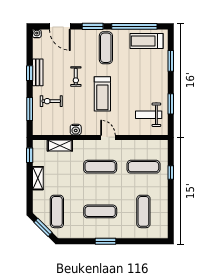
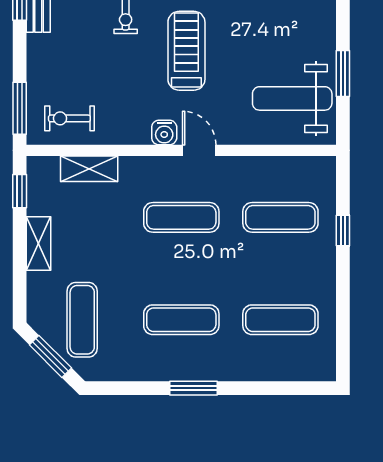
treadmill: (102, 94) -> (186, 51), turned 180
exercise bike: (51, 101) -> (69, 118), moved
window: (30, 109) -> (20, 108), moved
weight bench: (149, 115) -> (292, 98), width x1.36, depth x1.33
water cooler: (76, 130) -> (164, 133), moved
exercise mat: (143, 211) -> (280, 320), turned 90

